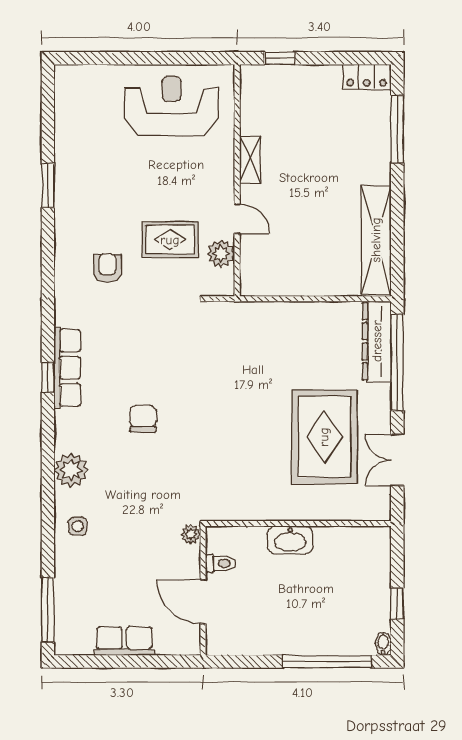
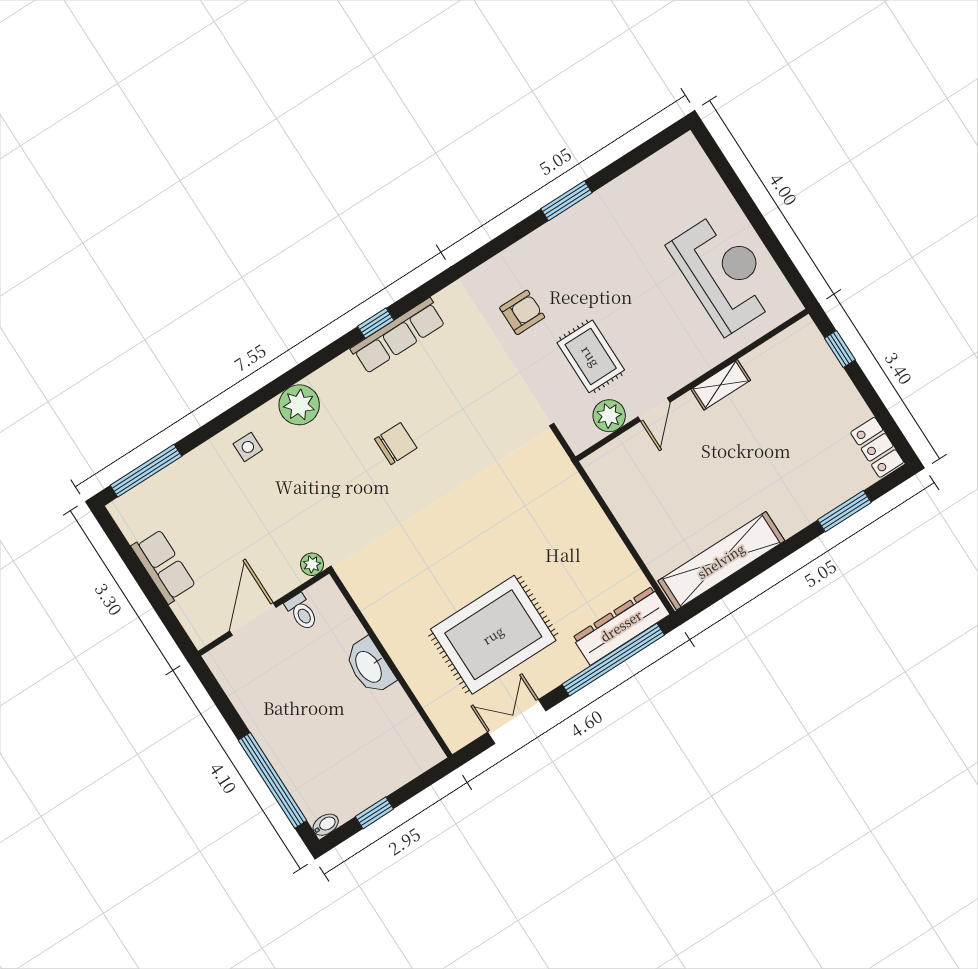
window: (397, 129) -> (844, 511), width x0.69

